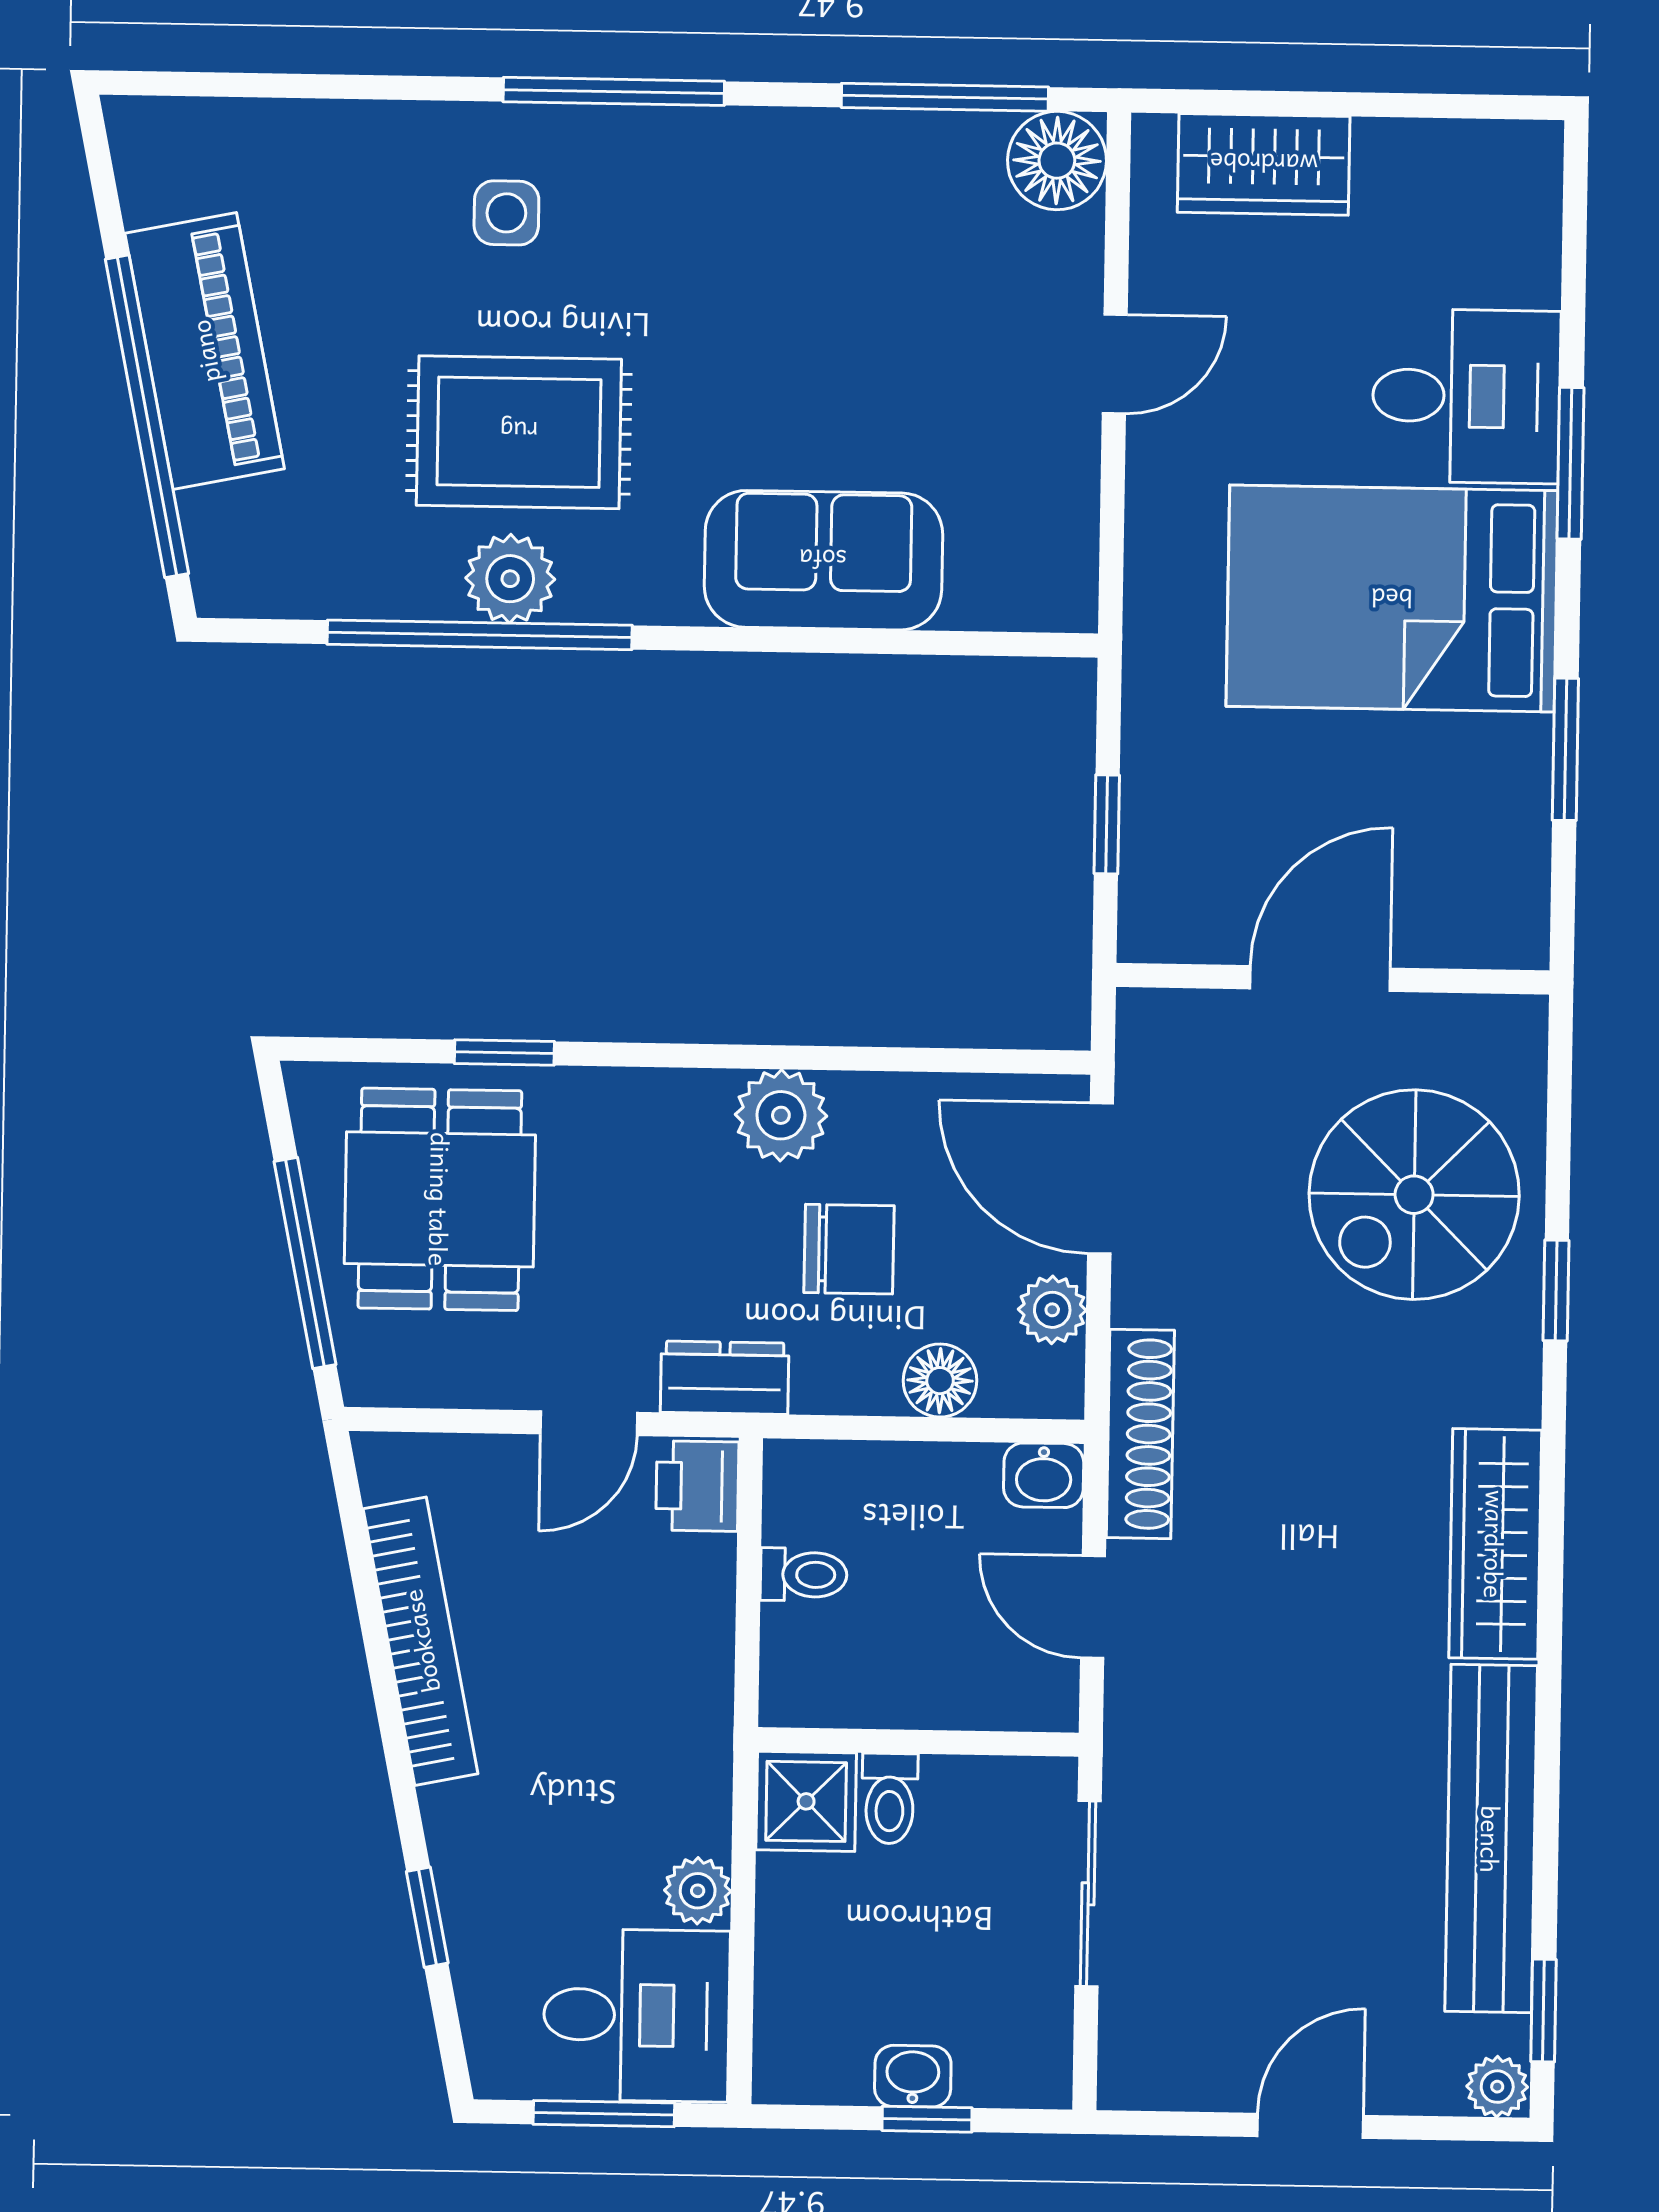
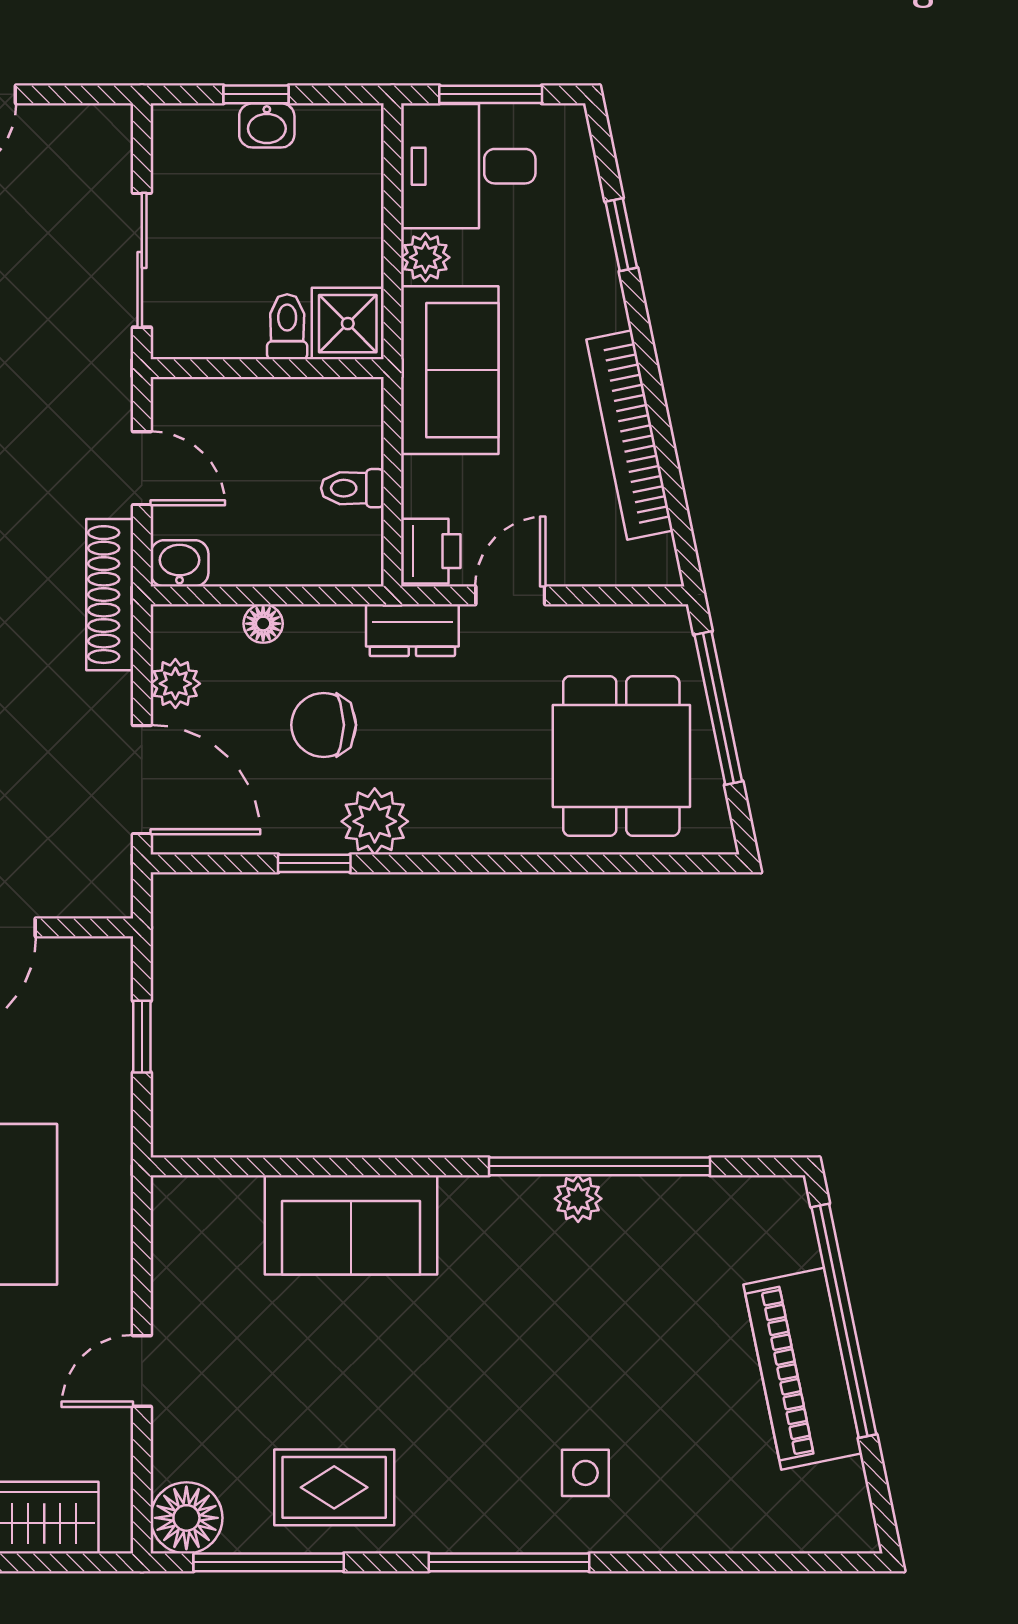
rug: (519, 432) -> (334, 1487), moved, width x0.73, depth x0.70
plant: (510, 579) -> (578, 1199), width x0.73, depth x0.73
window: (504, 1053) -> (314, 863), moved
floor lamp: (940, 1381) -> (263, 624), width x0.73, depth x0.73
sofa: (667, 1735) -> (450, 370), added

